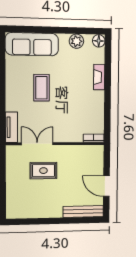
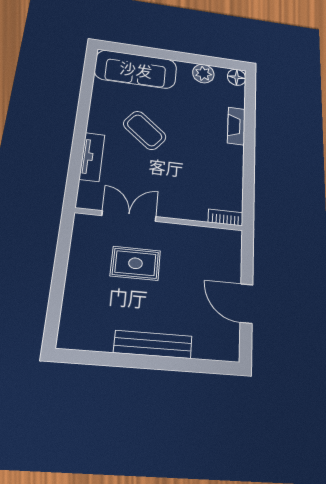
coffee table: (41, 88) -> (145, 130), turned -51
tv unit: (11, 127) -> (92, 157), moved
bench: (83, 211) -> (153, 344), moved

